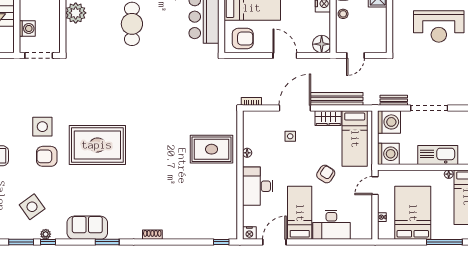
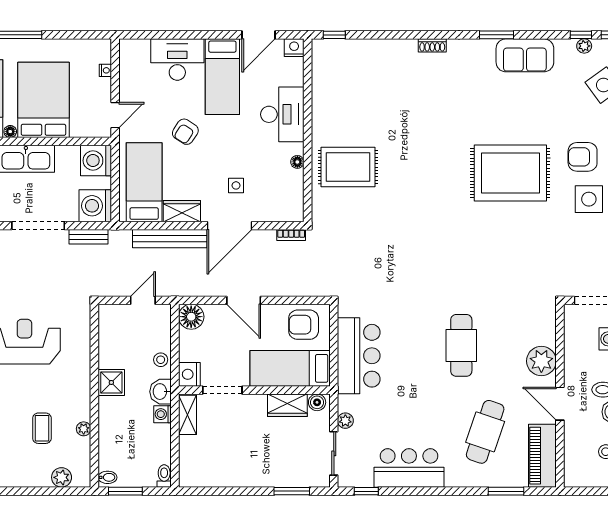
armchair: (47, 156) -> (583, 157), turned 180
bed: (413, 213) -> (43, 100), moved, turned 180

